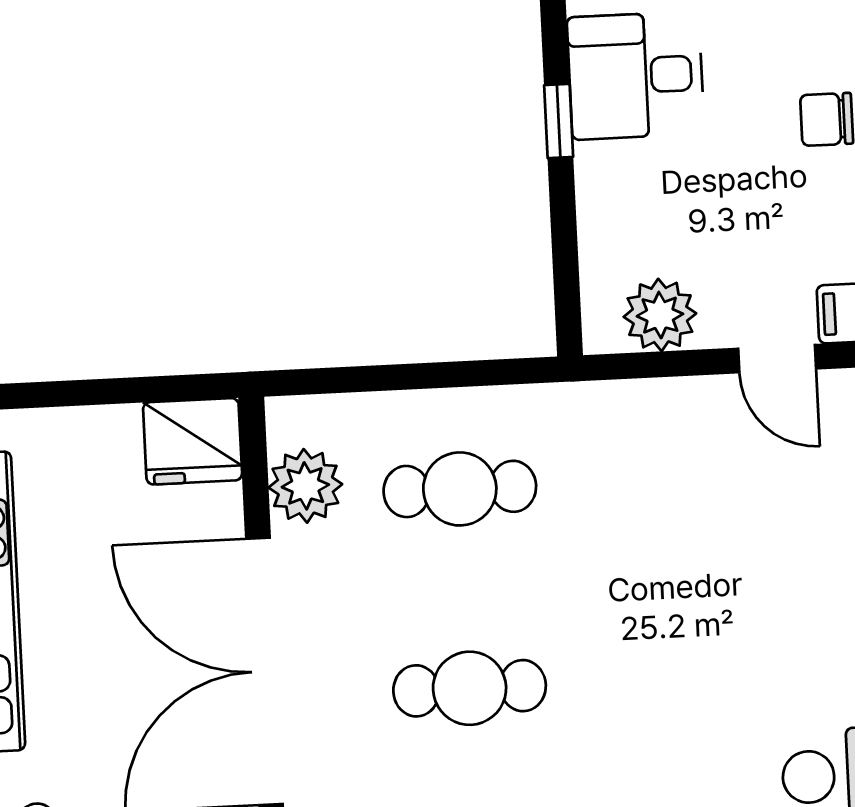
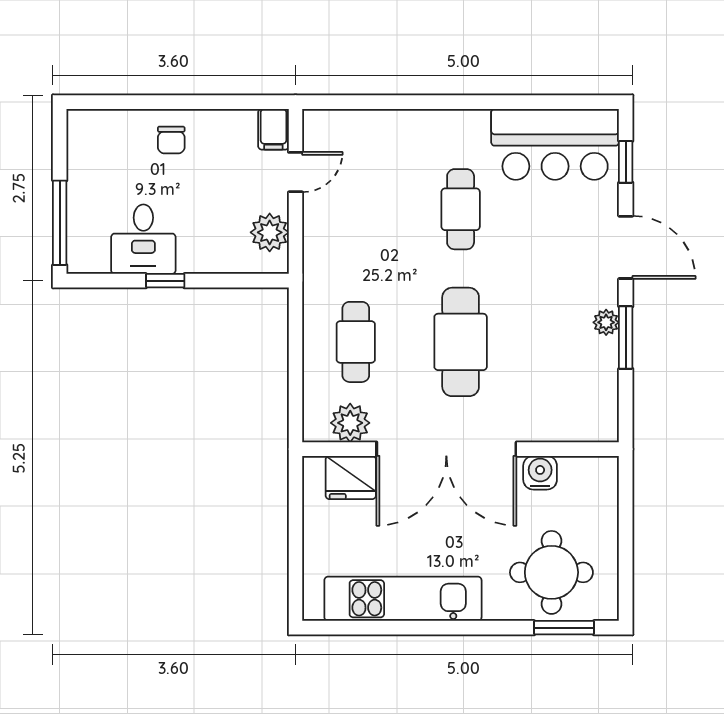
fridge: (193, 441) -> (351, 477), moved, turned 90
cafe table: (722, 676) -> (461, 209), added
cafe table: (470, 688) -> (461, 342), width x1.37, depth x1.35

